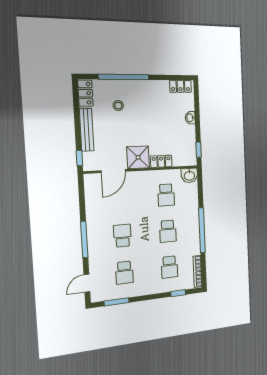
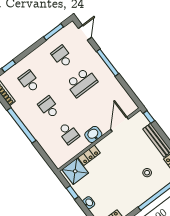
window: (199, 150) -> (72, 192), moved
shower: (138, 157) -> (75, 171), moved
washbasin: (189, 175) -> (93, 134), moved
school desk: (166, 195) -> (68, 133), turned 180
school desk: (122, 236) -> (82, 82), width x1.85

